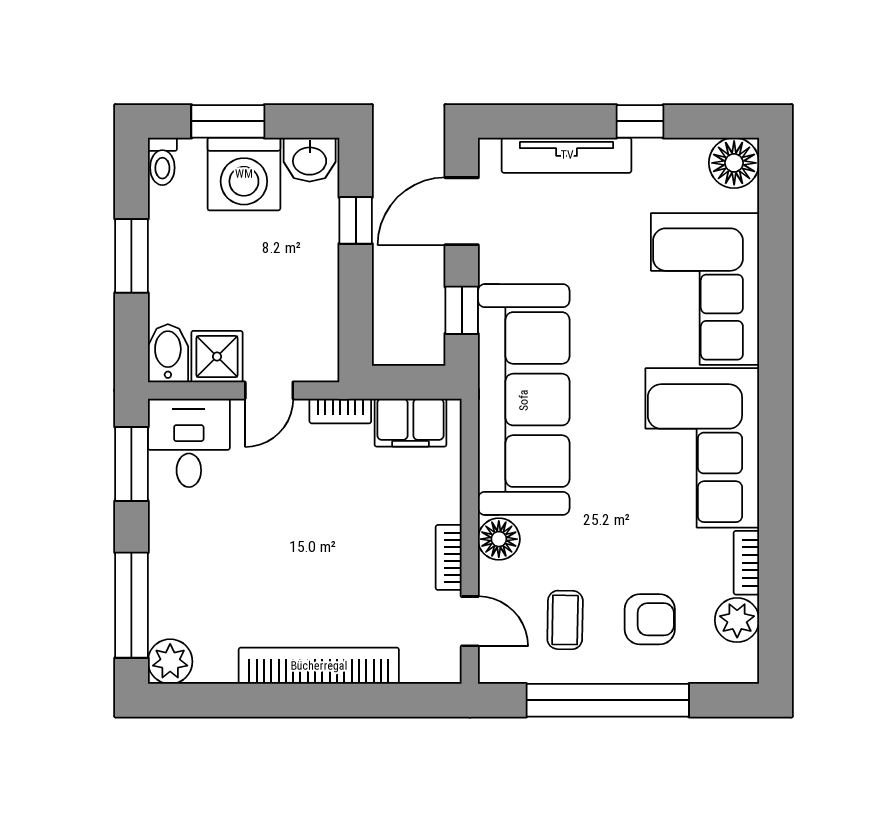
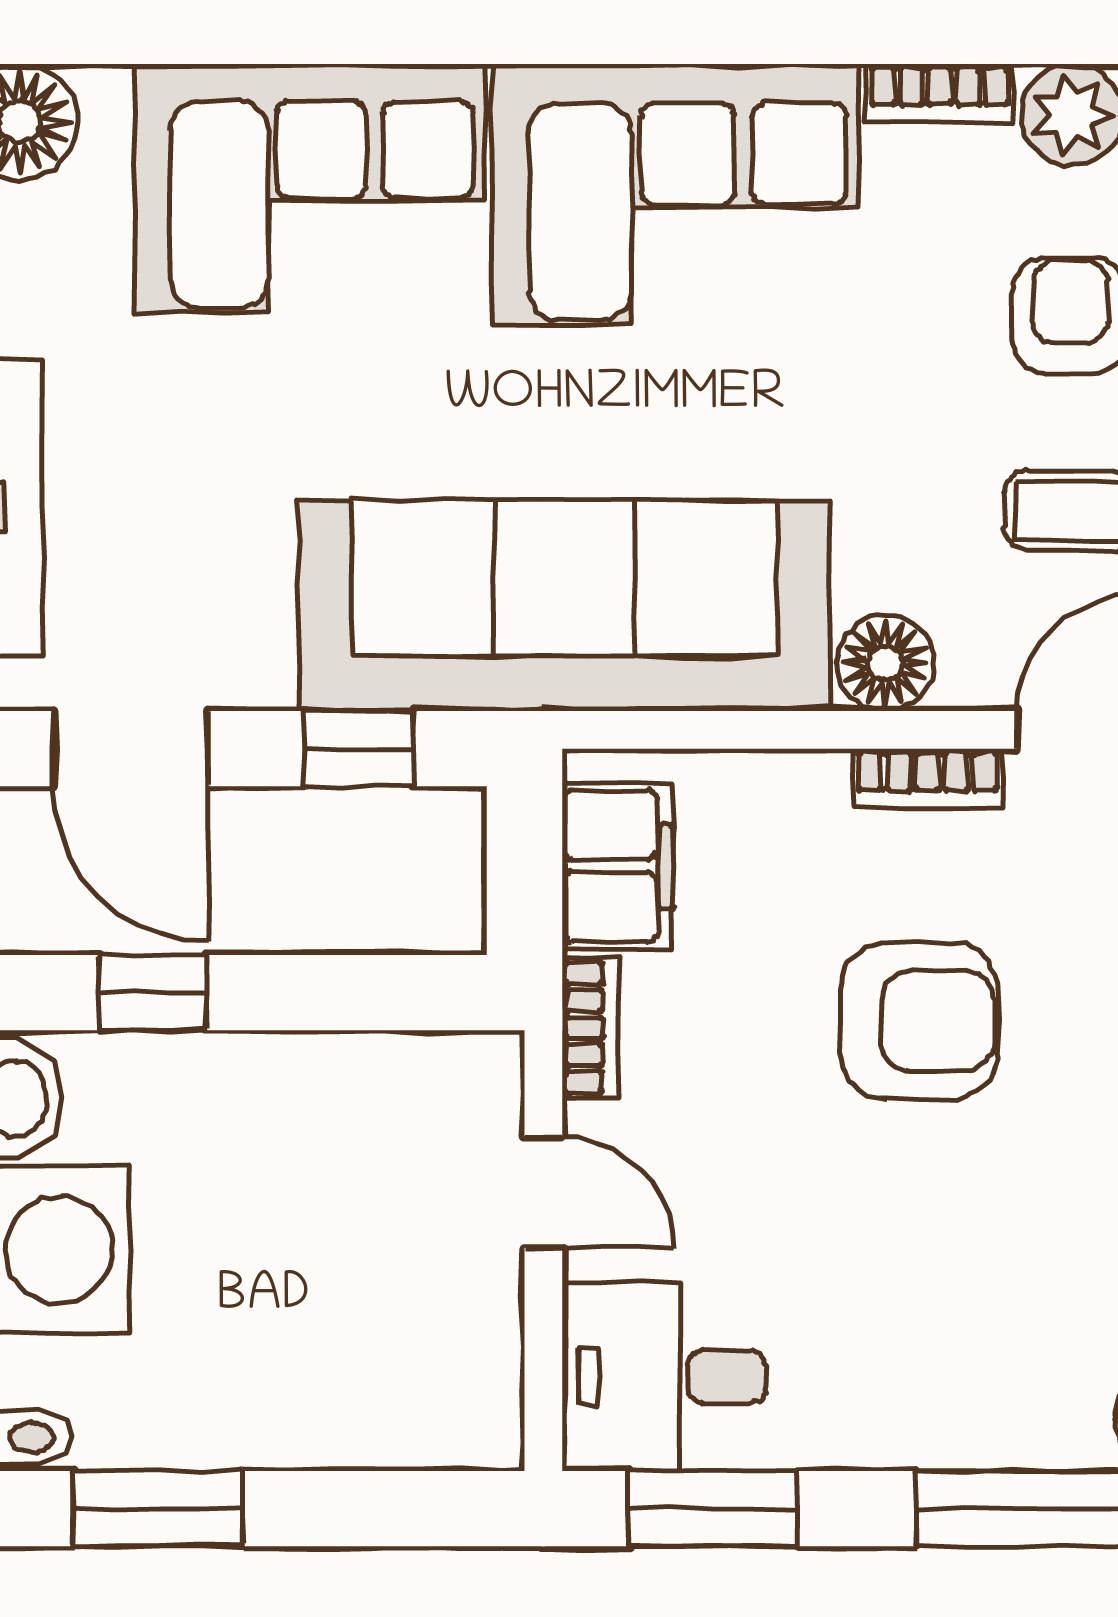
window: (131, 256) -> (158, 1509), moved
bidet: (168, 353) -> (458, 1425), removed
shower: (217, 357) -> (465, 1312), removed
armchair: (343, 554) -> (919, 1021), added

